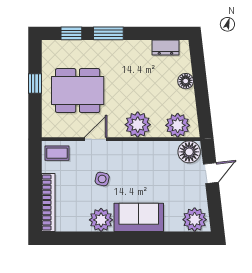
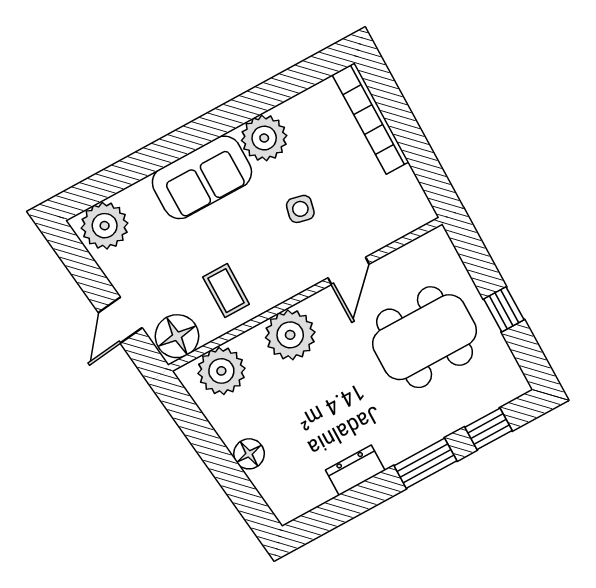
dresser: (165, 48) -> (355, 470), moved
coffee table: (57, 153) -> (226, 291), moved, turned 90

